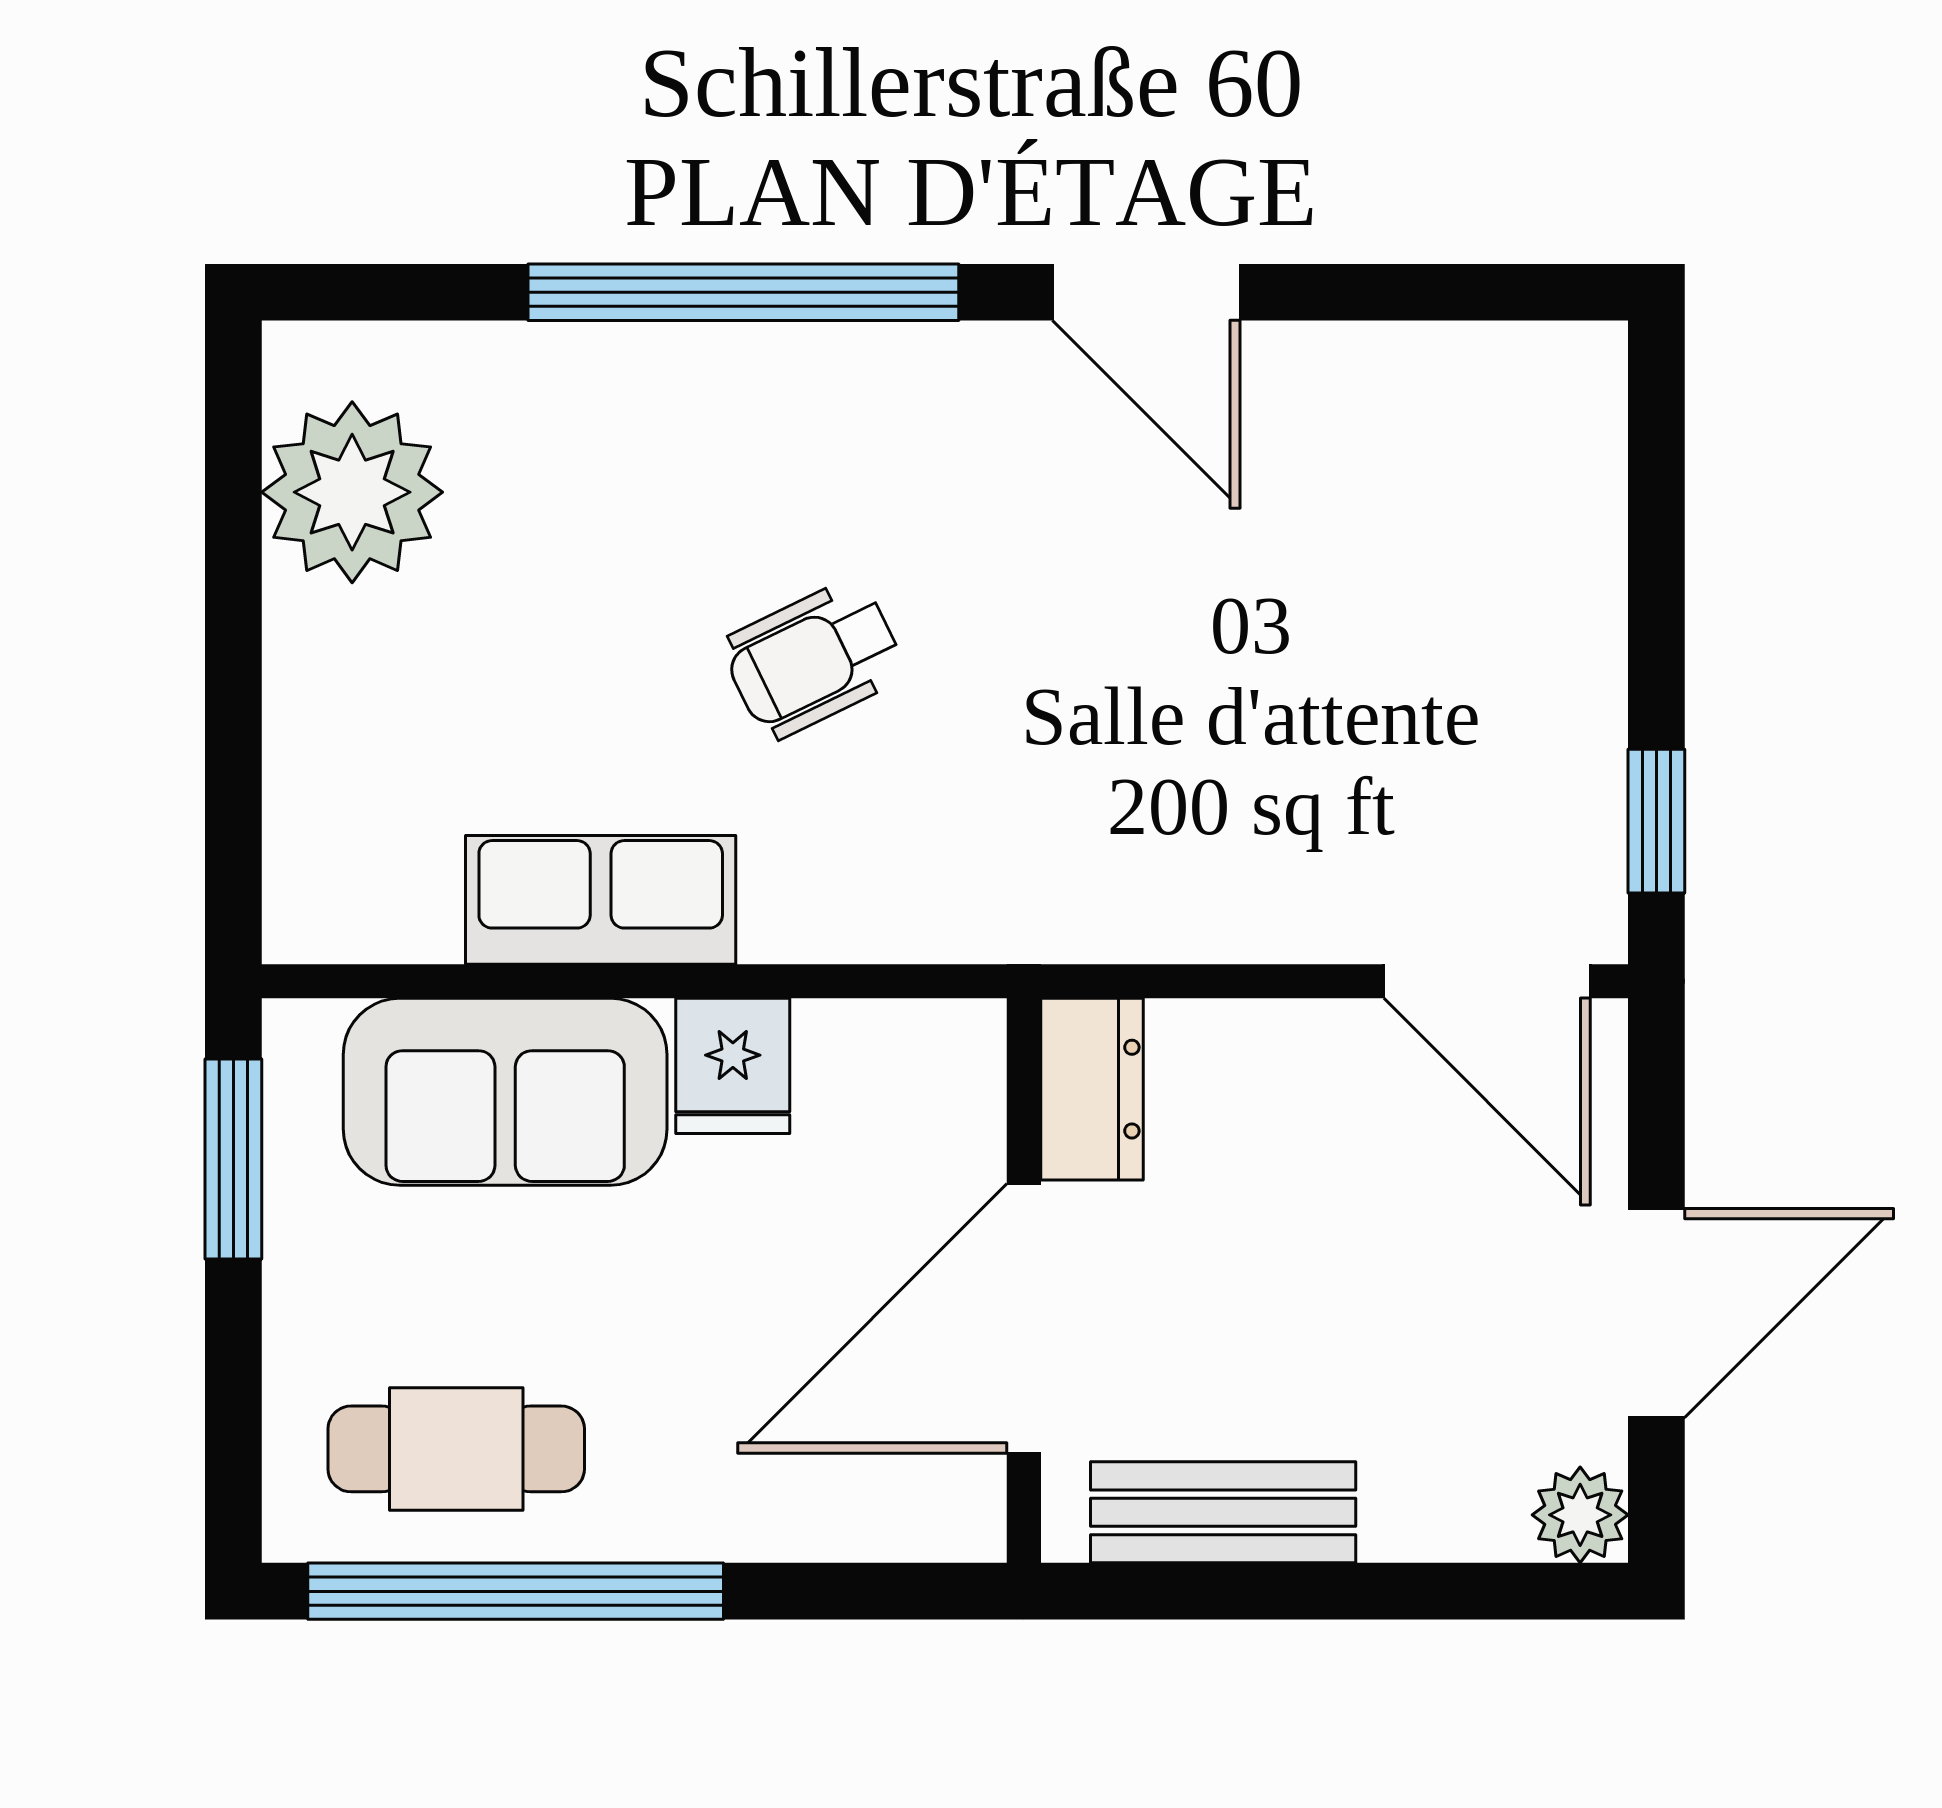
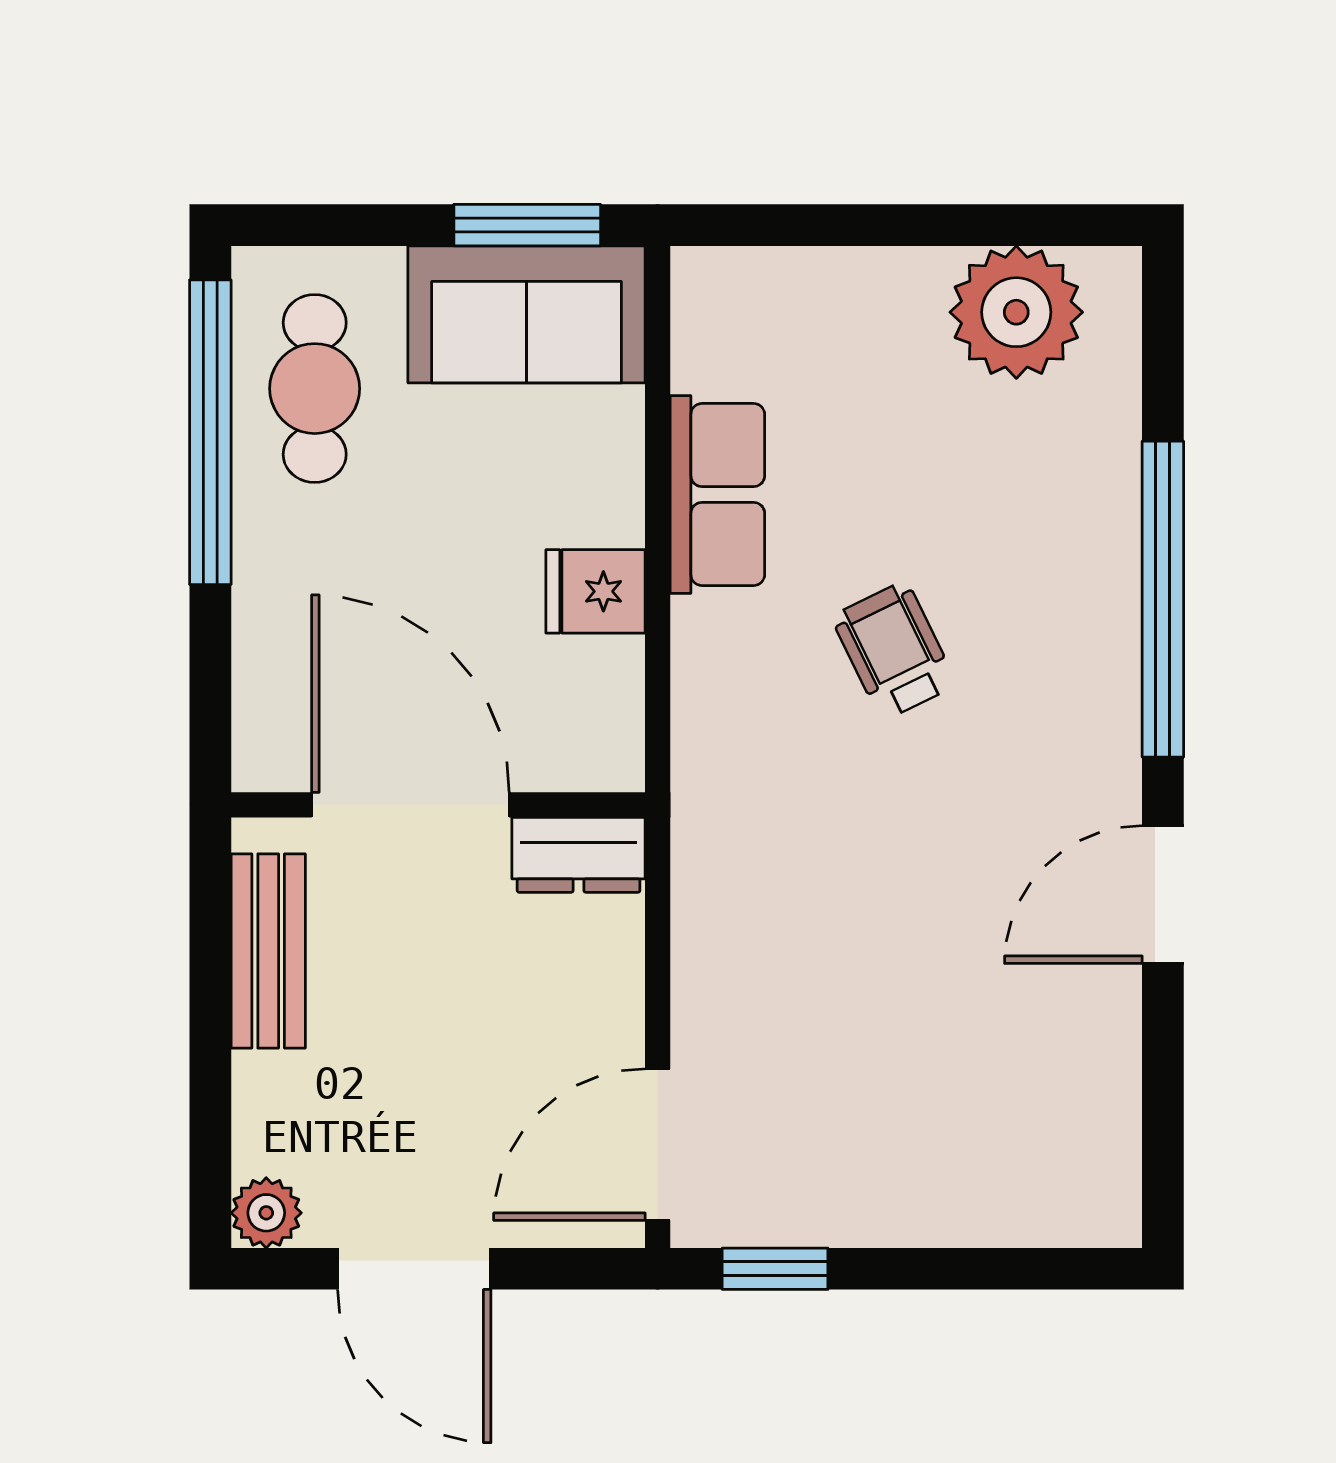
sofa: (505, 1092) -> (527, 314), moved, turned -90

